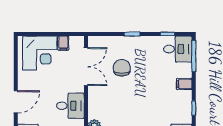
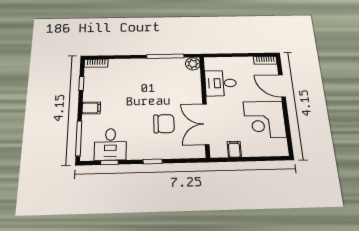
desk: (178, 49) -> (110, 144), moved, turned -90
corner desk: (40, 53) -> (265, 119), moved, turned -90
chair: (122, 68) -> (164, 124), turned -89
door: (16, 102) -> (282, 86), hinge flipped

